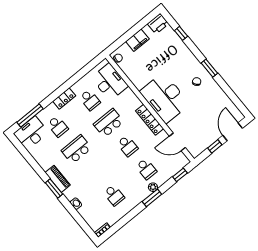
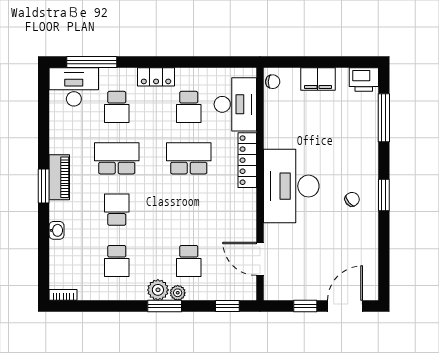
window: (181, 33) -> (384, 118), width x2.17
locker: (150, 120) -> (247, 160), moved
school desk: (127, 146) -> (117, 210), moved, turned 180
plant: (143, 193) -> (158, 290), added

